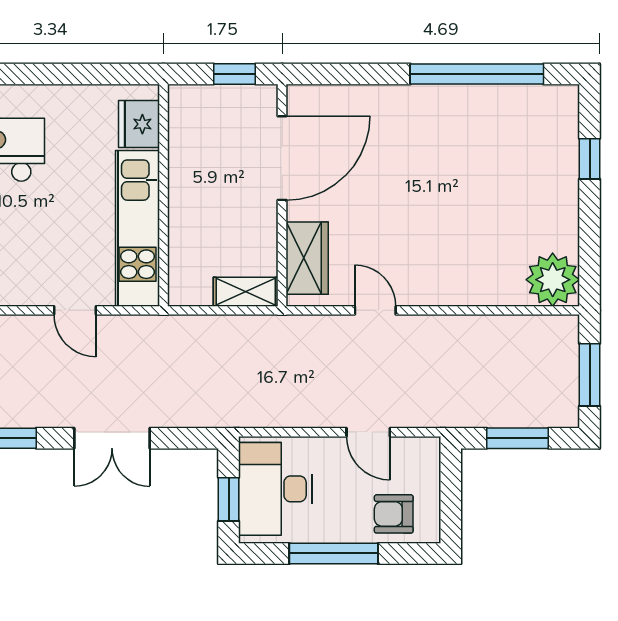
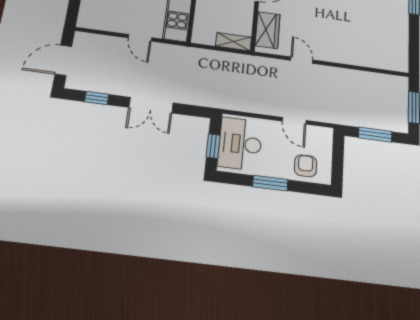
plant: (553, 280) -> (395, 58), removed
armchair: (394, 514) -> (306, 166), turned 89
window: (334, 553) -> (270, 183), width x0.69

